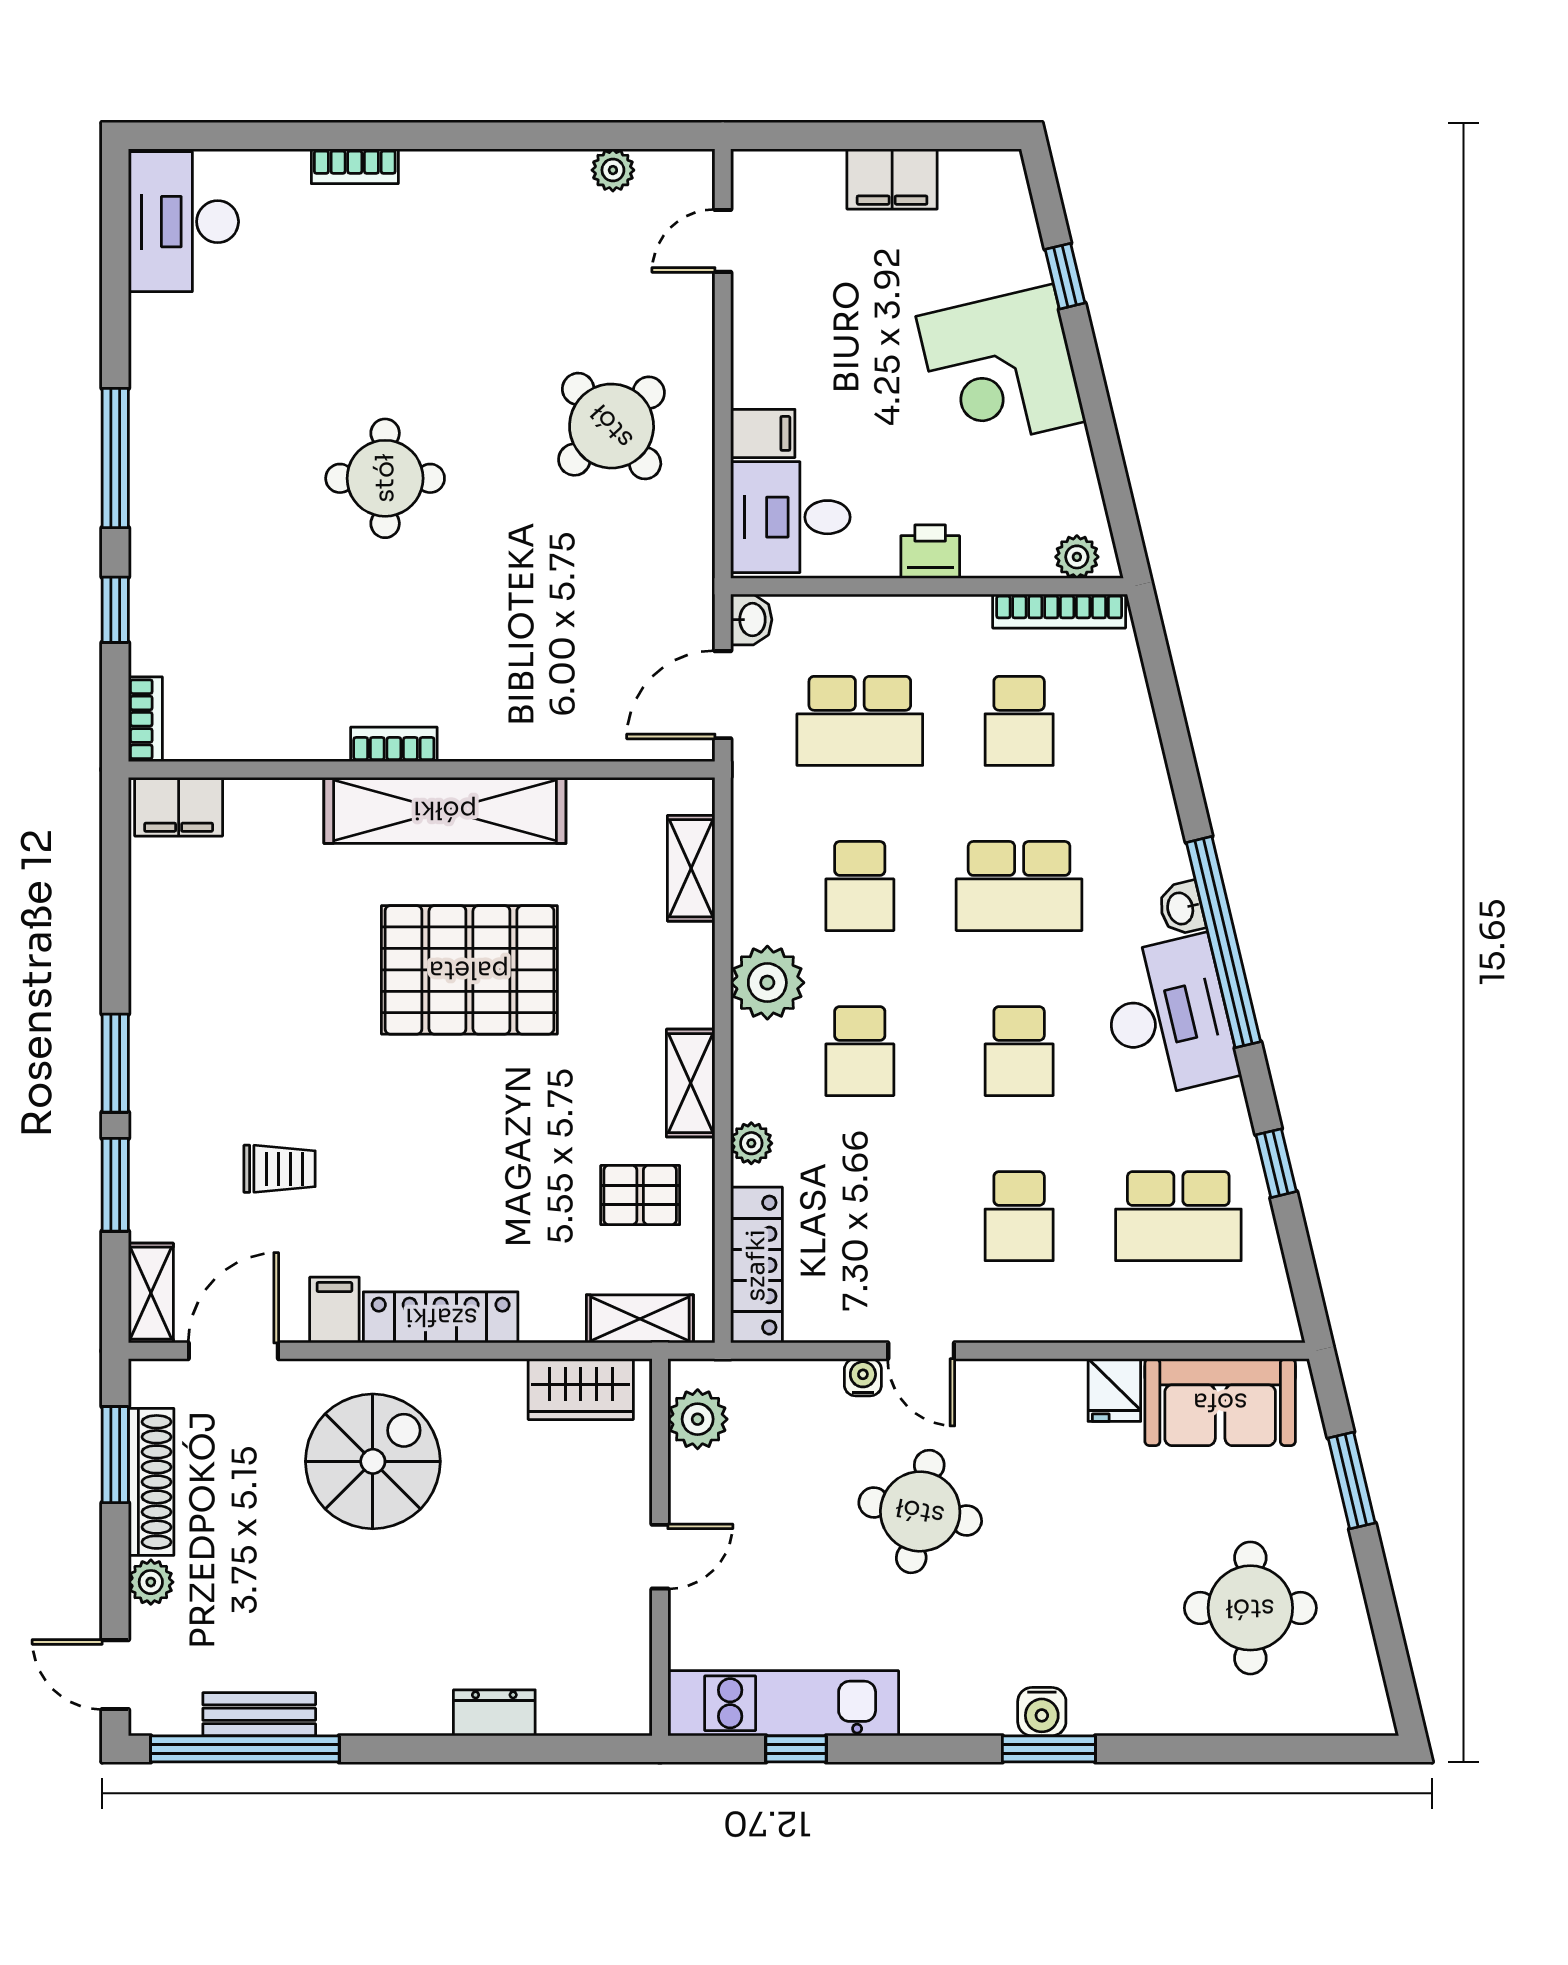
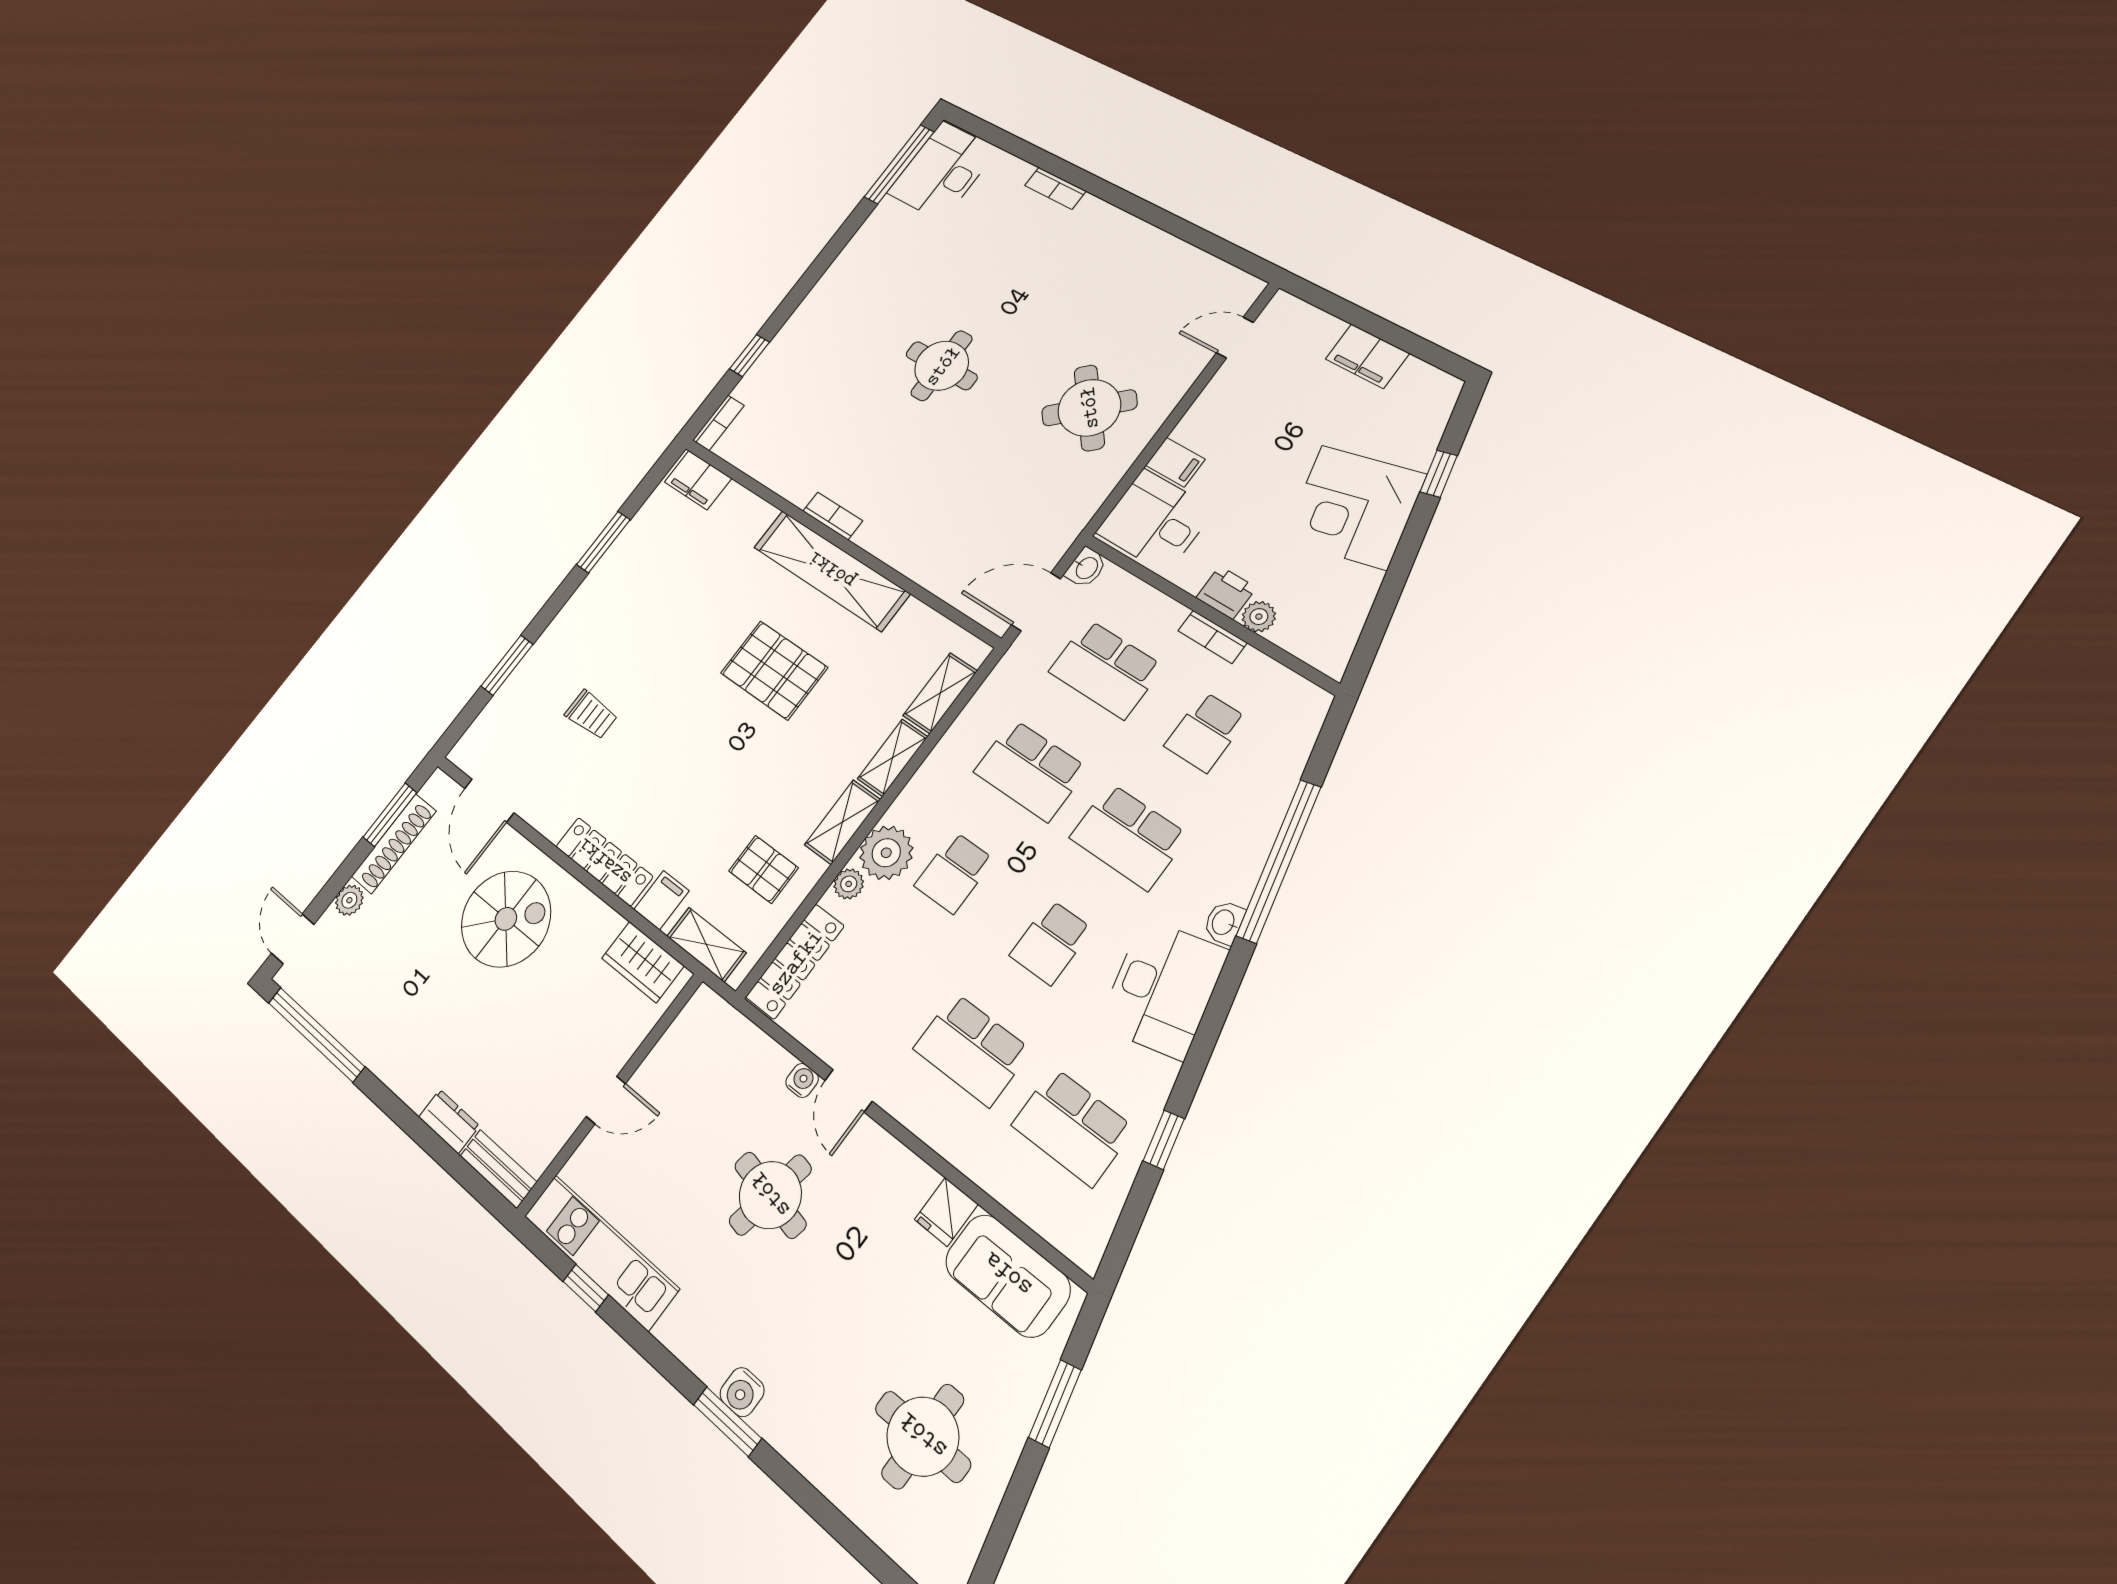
plant: (613, 170) -> (1200, 264), removed
window: (115, 458) -> (899, 164), moved
plant: (1077, 557) -> (1259, 617), moved
bookcase: (1059, 611) -> (1212, 637), moved, width x0.64
school desk: (860, 886) -> (1030, 770), width x1.85
window: (1223, 942) -> (1279, 861), moved
pallet: (469, 970) -> (774, 670), width x0.73, depth x0.71
plant: (767, 983) -> (886, 853), moved
window: (115, 1063) -> (603, 542), moved
school desk: (1019, 1216) -> (972, 1049), width x1.85
shelving: (151, 1293) -> (893, 758), moved
filing cabinet: (334, 1310) -> (661, 900), moved
door: (233, 1351) -> (489, 801), swing flipped
plant: (698, 1419) -> (690, 1031), removed
bench: (259, 1714) -> (498, 1169), moved

